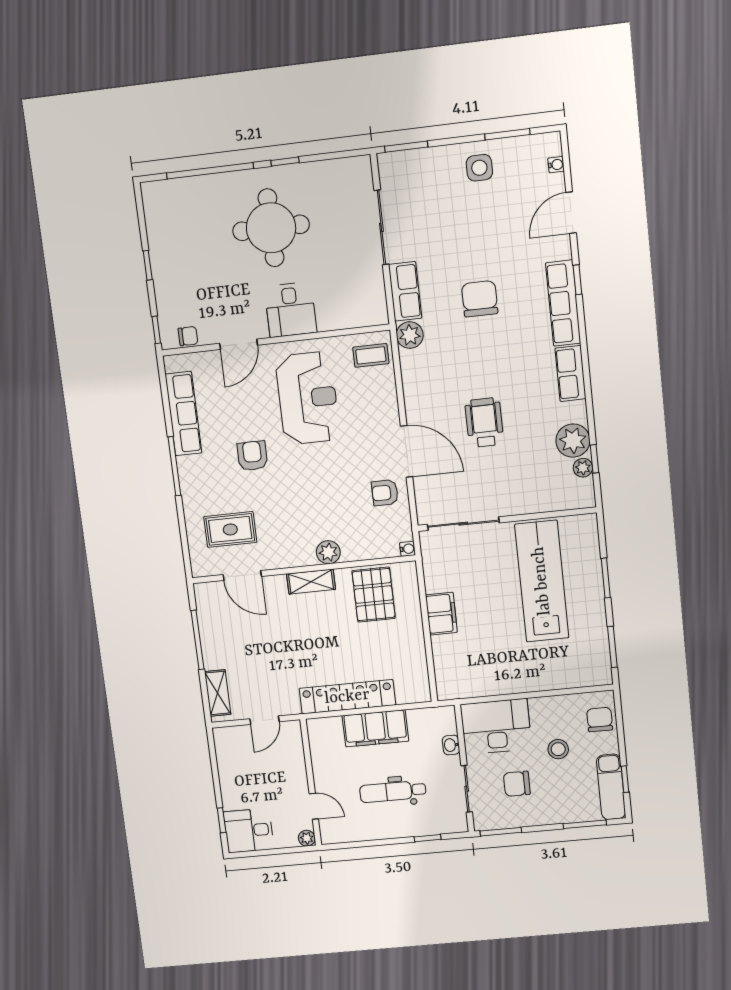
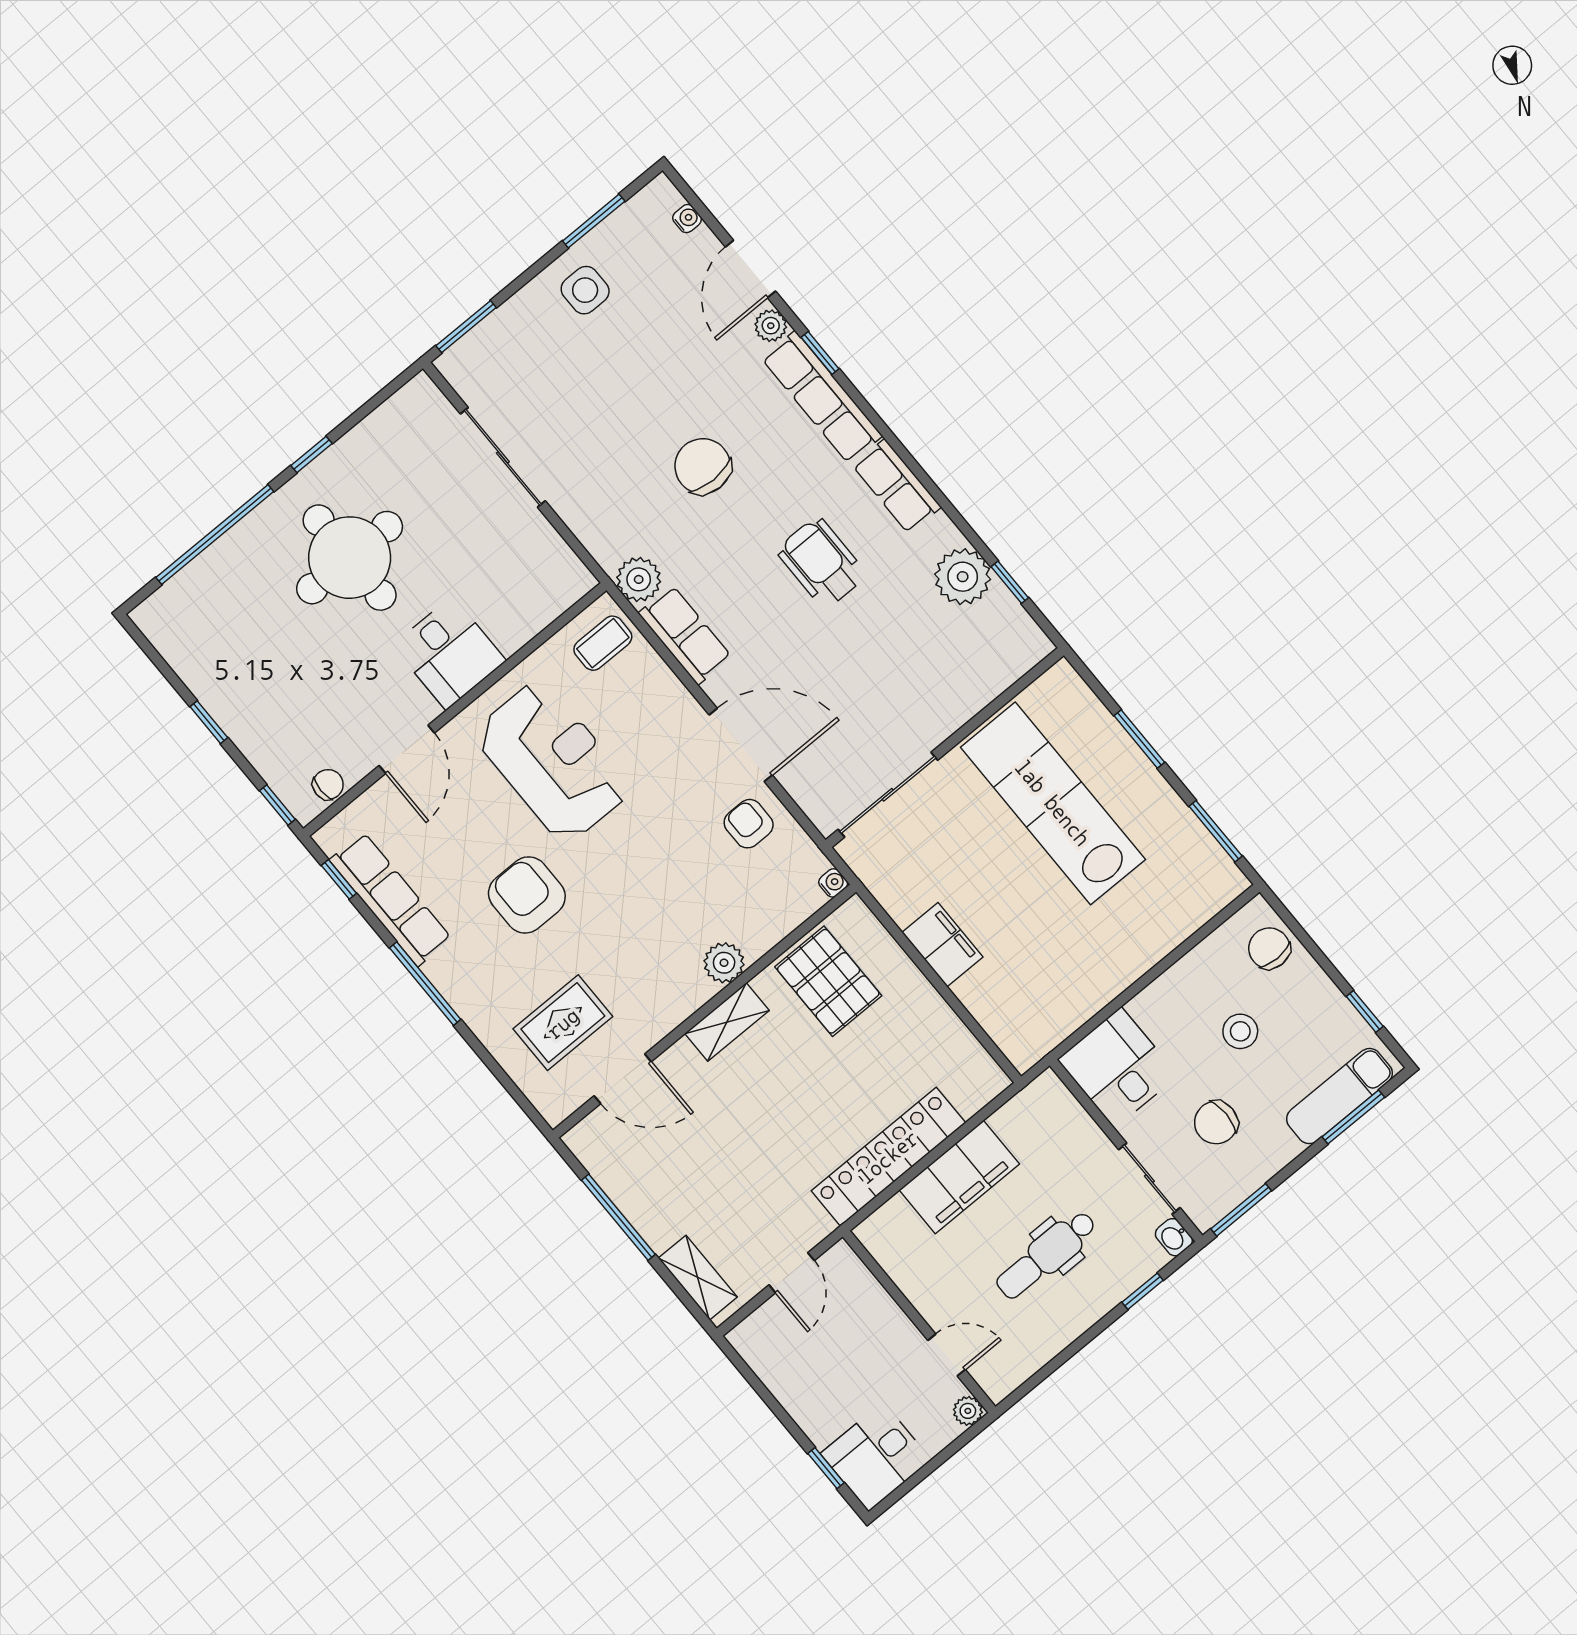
row of seats: (405, 291) -> (685, 635), moved
window: (164, 387) -> (339, 879), added
wheelchair: (484, 423) -> (821, 563), moved
armchair: (252, 456) -> (527, 895), width x1.38, depth x1.38
plant: (583, 468) -> (771, 326), moved
armchair: (385, 493) -> (749, 824), turned 90
desk: (496, 726) -> (1118, 1068), width x0.73
washbasin: (451, 745) -> (1174, 1237), moved
exam couch: (611, 787) -> (1339, 1096), moved, turned 90

